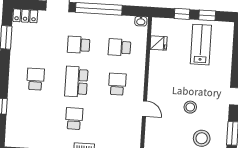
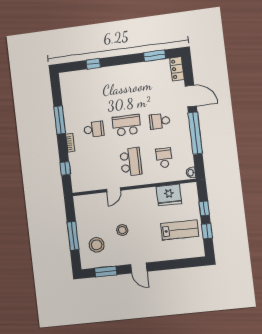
fridge: (159, 43) -> (169, 195), width x1.88, depth x1.34
school desk: (79, 45) -> (160, 121), turned -90
school desk: (35, 79) -> (122, 89), removed
school desk: (117, 84) -> (131, 162), width x1.85

